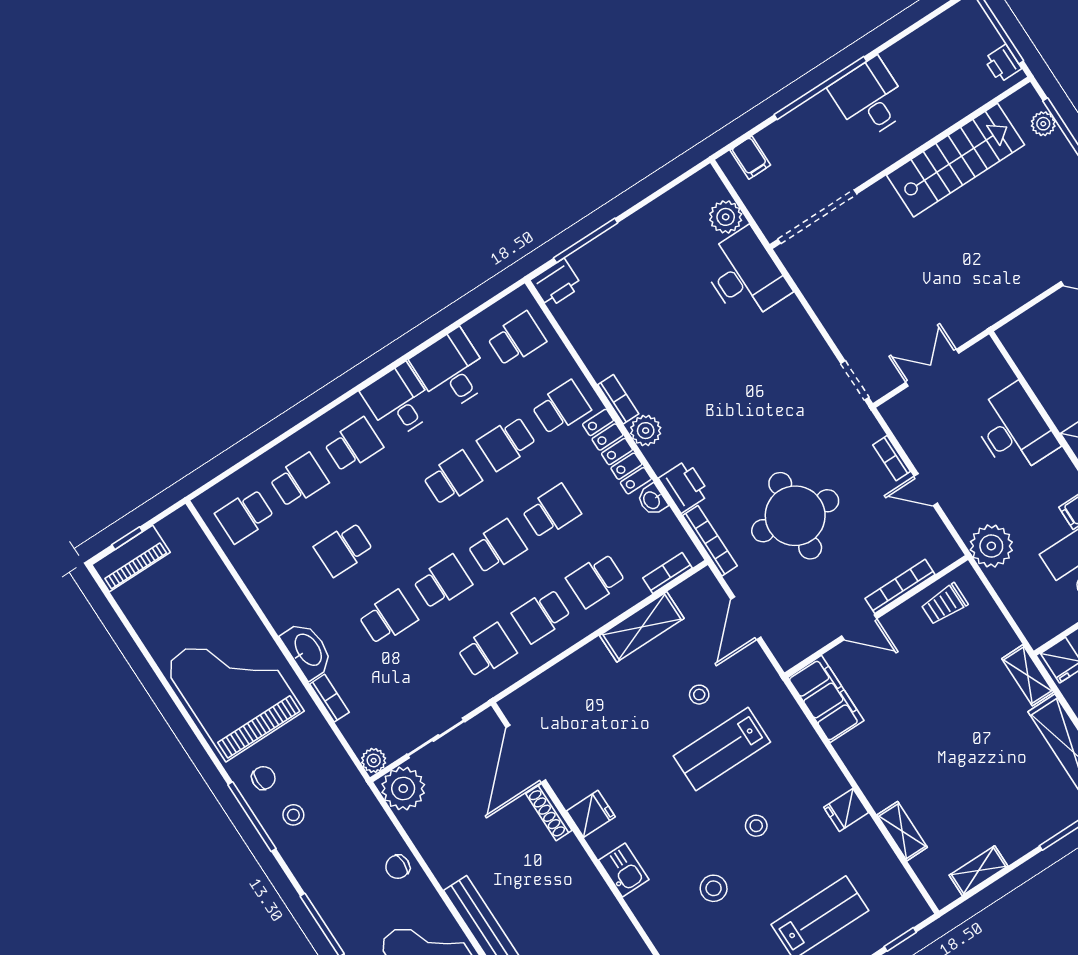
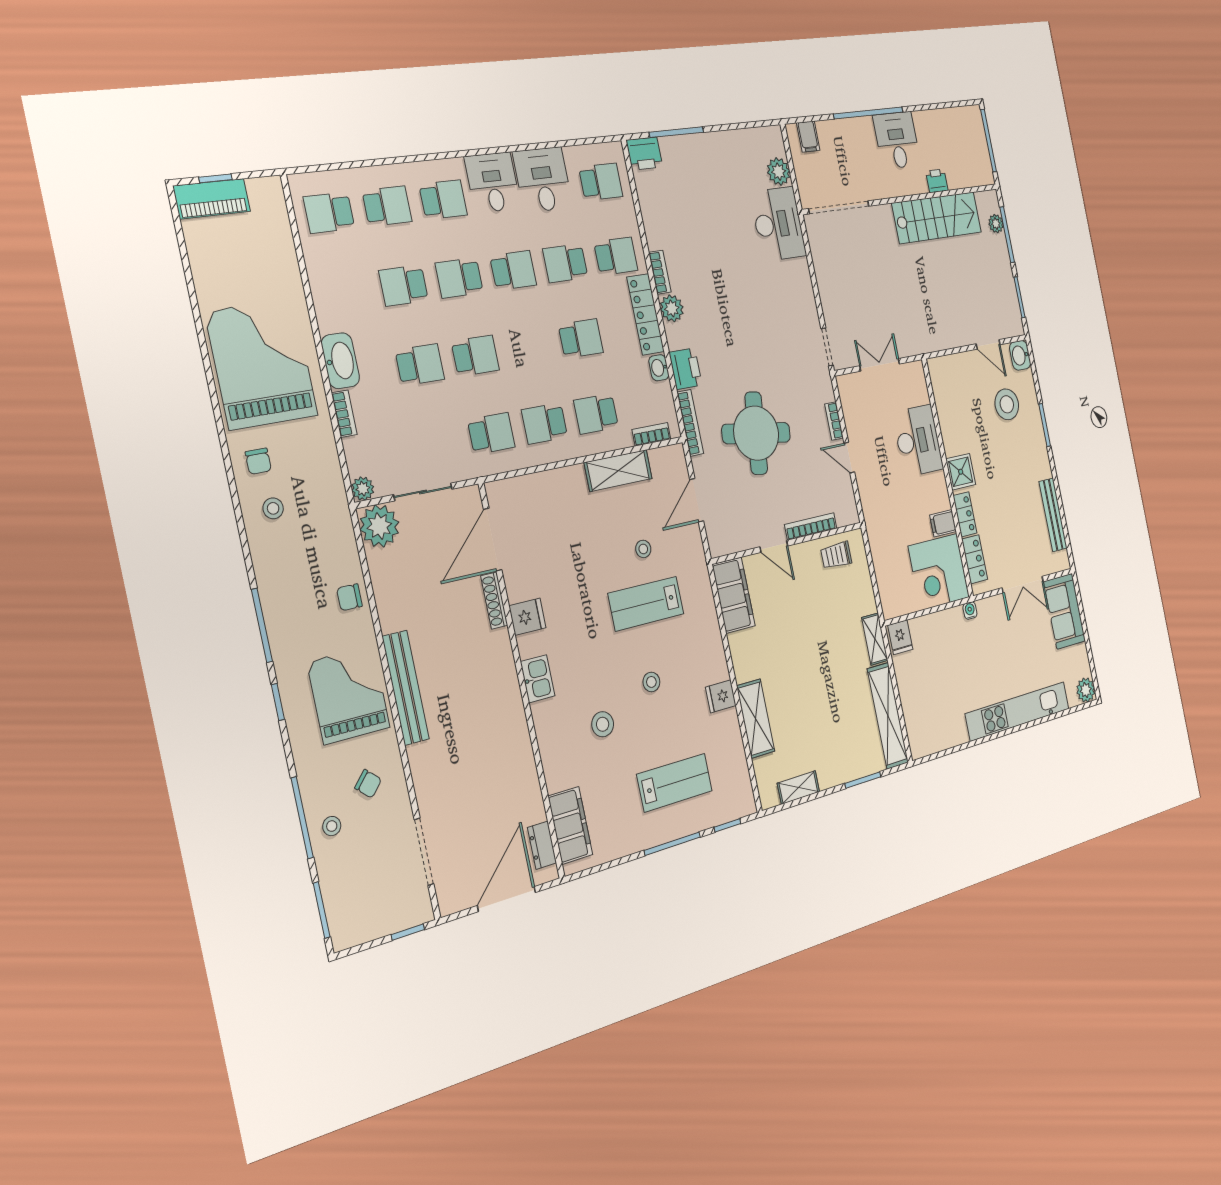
printer: (1003, 64) -> (937, 181), moved, turned 90
plant: (991, 546) -> (879, 524), removed
school desk: (497, 547) -> (459, 278), moved, turned 180
chair: (263, 778) -> (258, 461), turned 90
window: (252, 817) -> (234, 494), removed
shelving: (902, 831) -> (756, 719), width x1.50, depth x1.33

